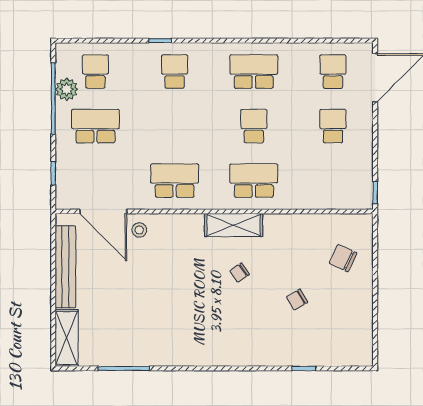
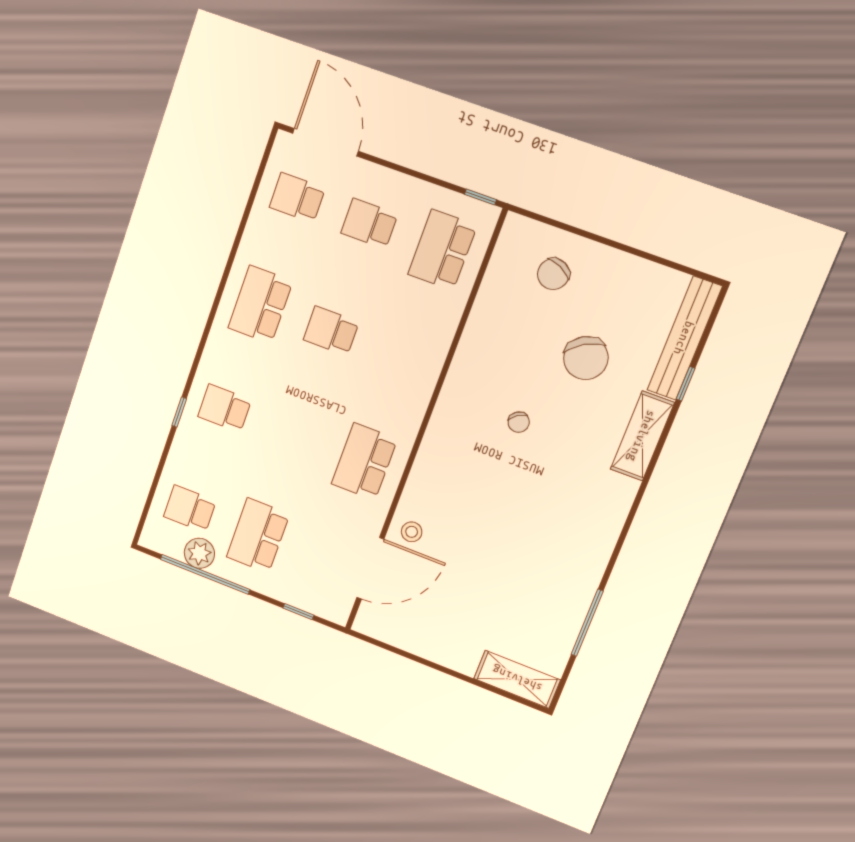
school desk: (254, 181) -> (442, 250), moved
shelving: (234, 225) -> (642, 436), moved
bench: (65, 267) -> (684, 338), moved, turned 90
chair: (297, 300) -> (586, 358), width x1.87, depth x1.87

